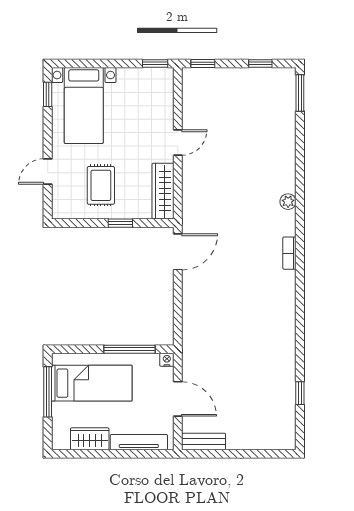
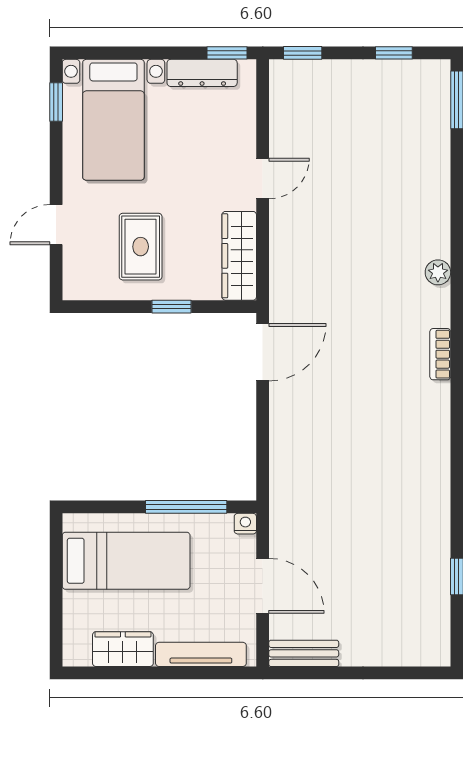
dresser: (140, 76) -> (202, 73), added
window: (48, 392) -> (56, 575), removed

